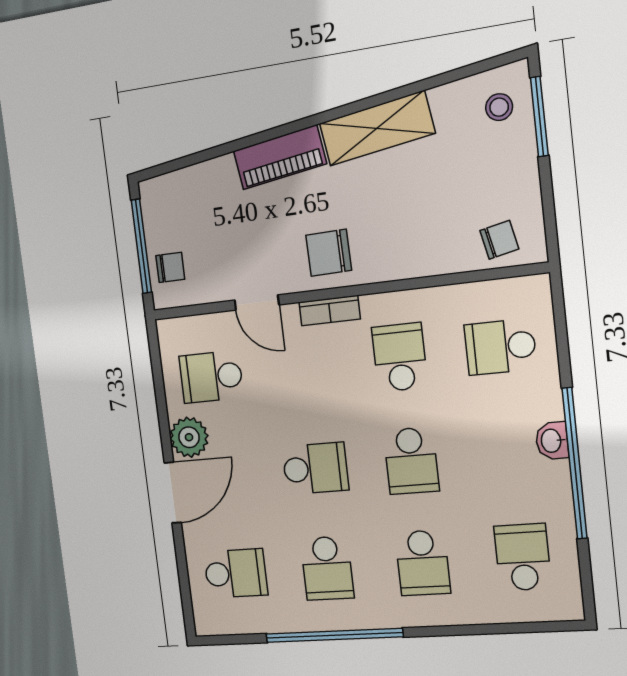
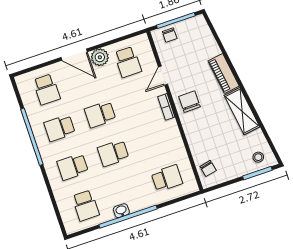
school desk: (500, 347) -> (167, 178), turned 90
school desk: (400, 357) -> (154, 139), removed
school desk: (211, 377) -> (128, 62), turned 180
washbasin: (552, 441) -> (121, 211), moved
school desk: (315, 468) -> (100, 114), turned 90
school desk: (523, 557) -> (86, 206), turned 90

